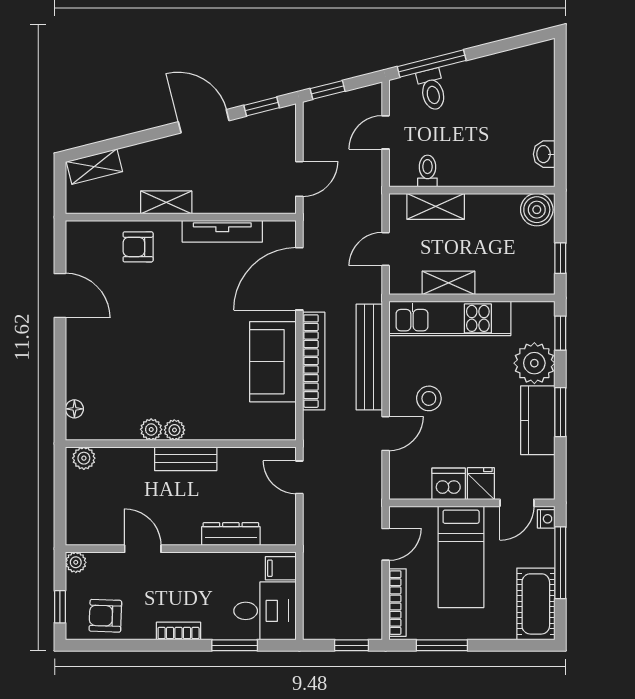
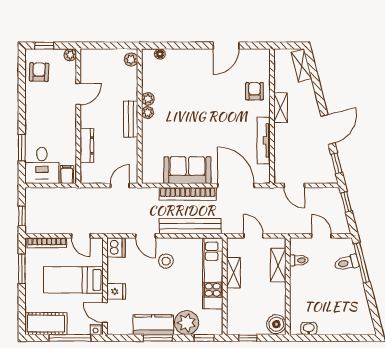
dishwasher: (449, 484) -> (116, 248), moved
bookcase: (179, 631) -> (30, 115), removed

